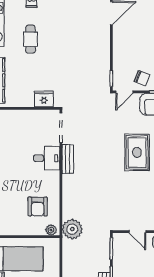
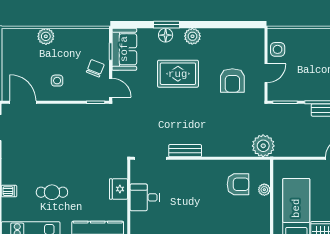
side table: (131, 44) -> (57, 81), added
fridge: (44, 99) -> (119, 189), moved
desk: (47, 158) -> (145, 197), moved, turned -90
armchair: (131, 201) -> (232, 81), added
plant: (51, 230) -> (264, 190), moved

